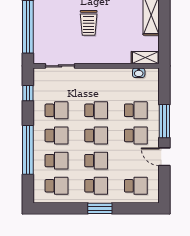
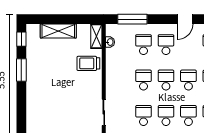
trolley: (89, 23) -> (88, 63), moved, turned 180
window: (164, 121) -> (132, 19), moved

